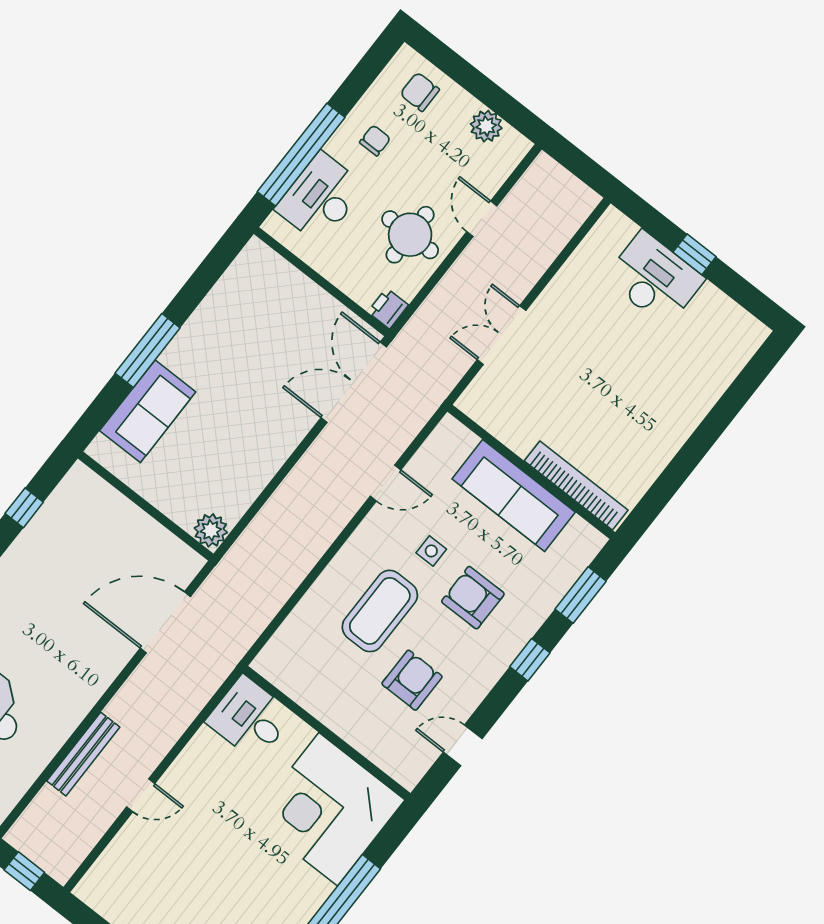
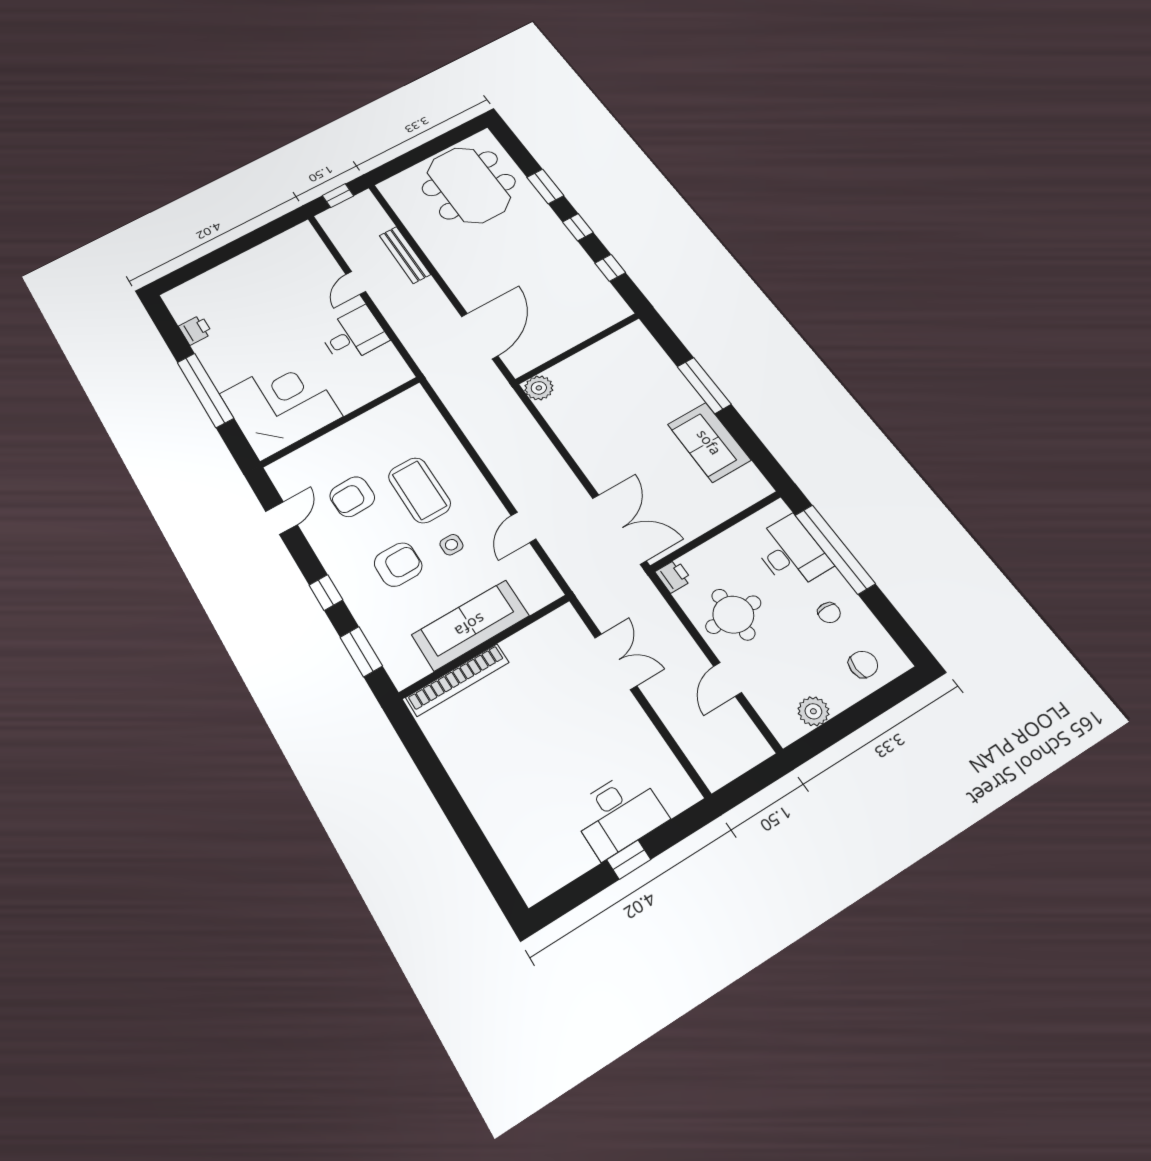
door: (482, 219) -> (728, 679), swing flipped
sofa: (148, 411) -> (709, 442), moved
armchair: (412, 680) -> (352, 497), turned 88
desk: (250, 718) -> (353, 335), moved

